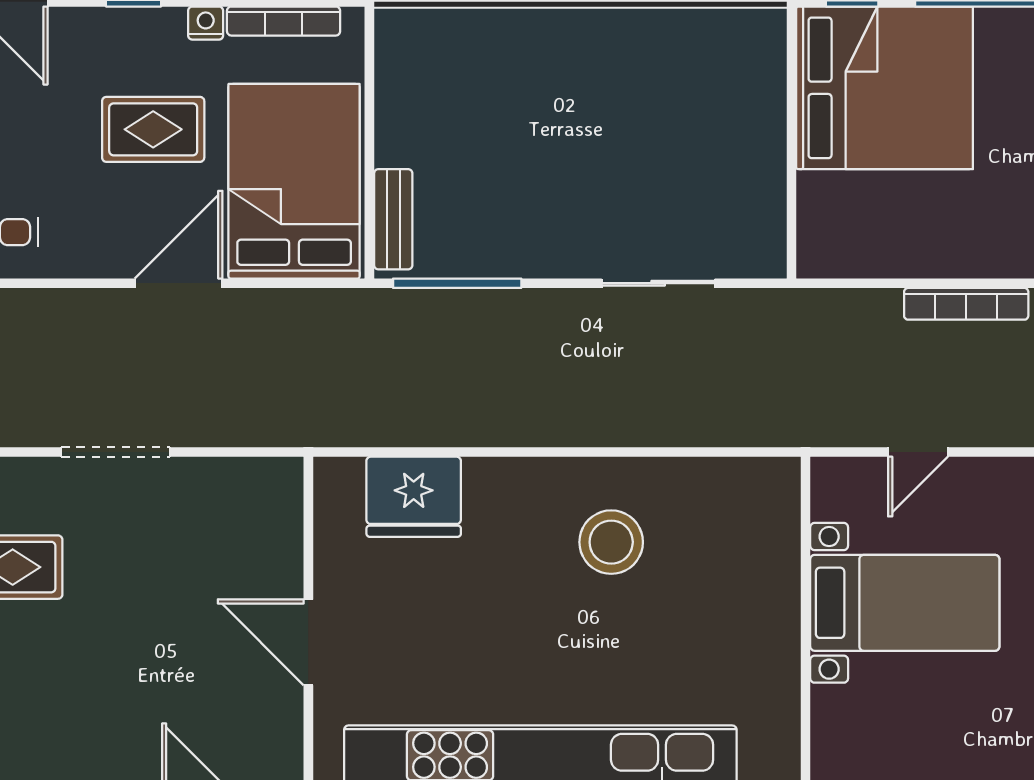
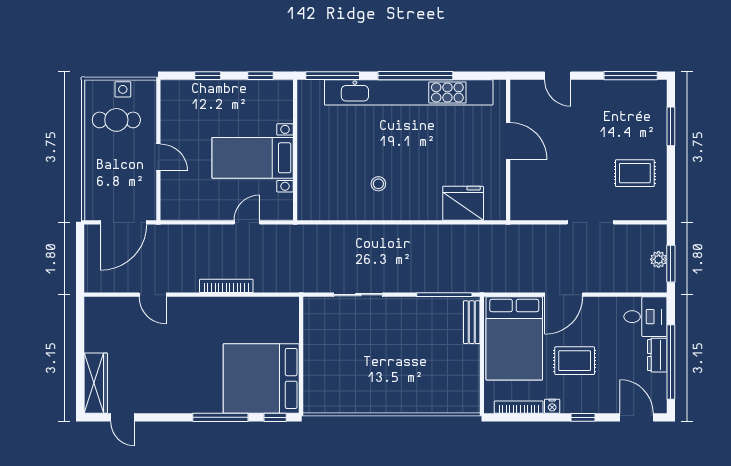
stool: (611, 542) -> (378, 184), width x0.53, depth x0.53

